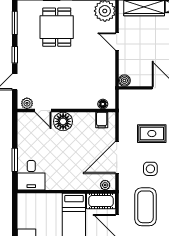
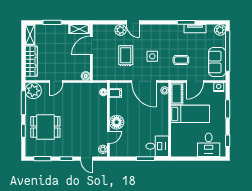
coffee table: (145, 207) -> (181, 60), width x0.54, depth x0.58

